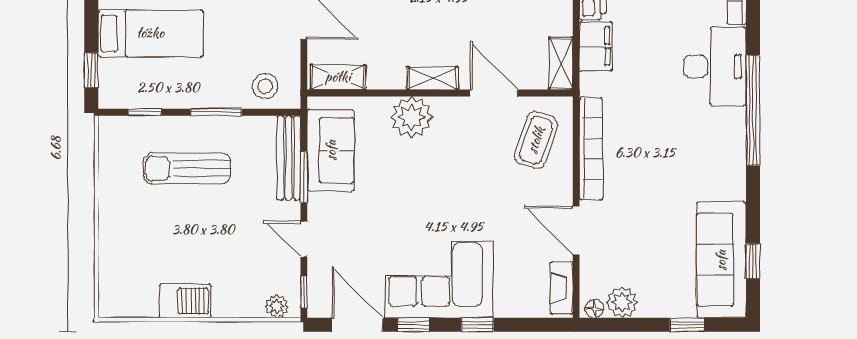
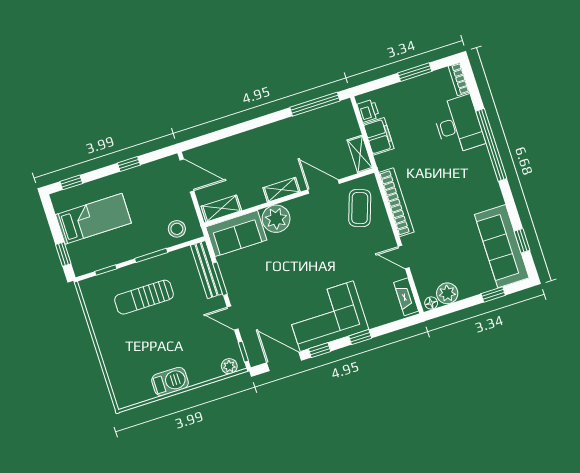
sofa: (331, 150) -> (236, 233), moved, turned 90
door: (576, 230) -> (404, 257), width x0.73

